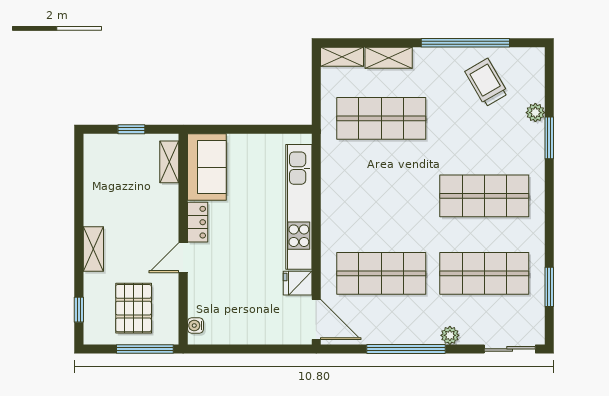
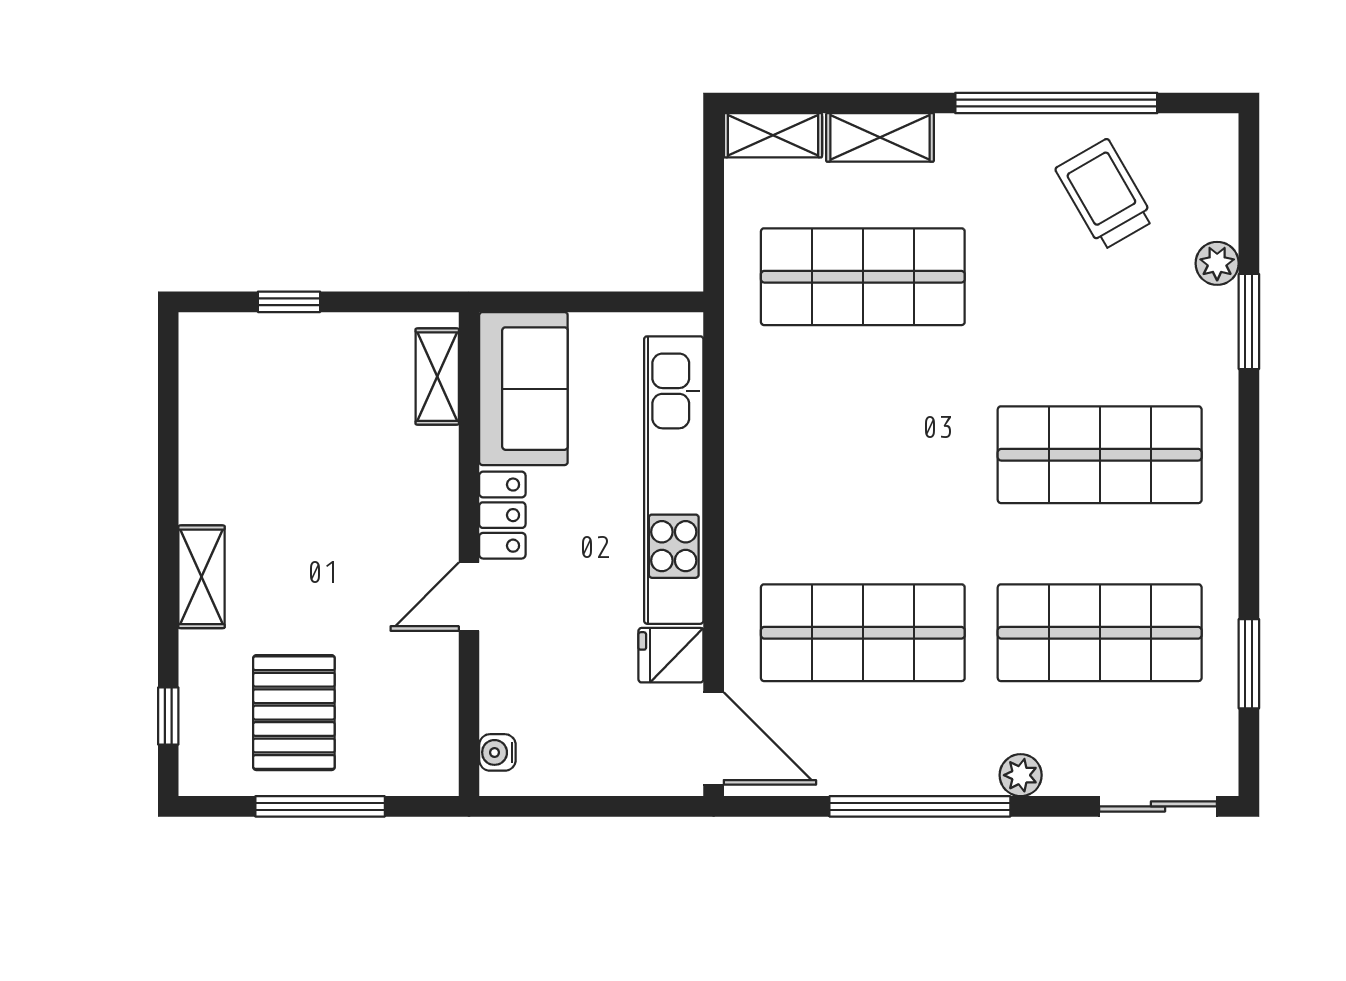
shelving: (169, 162) -> (437, 377), moved
sofa: (207, 167) -> (523, 389), moved
locker: (198, 222) -> (502, 515), moved
wall: (183, 239) -> (469, 554), moved
door: (183, 258) -> (469, 597), moved
water cooler: (195, 325) -> (497, 752), moved

